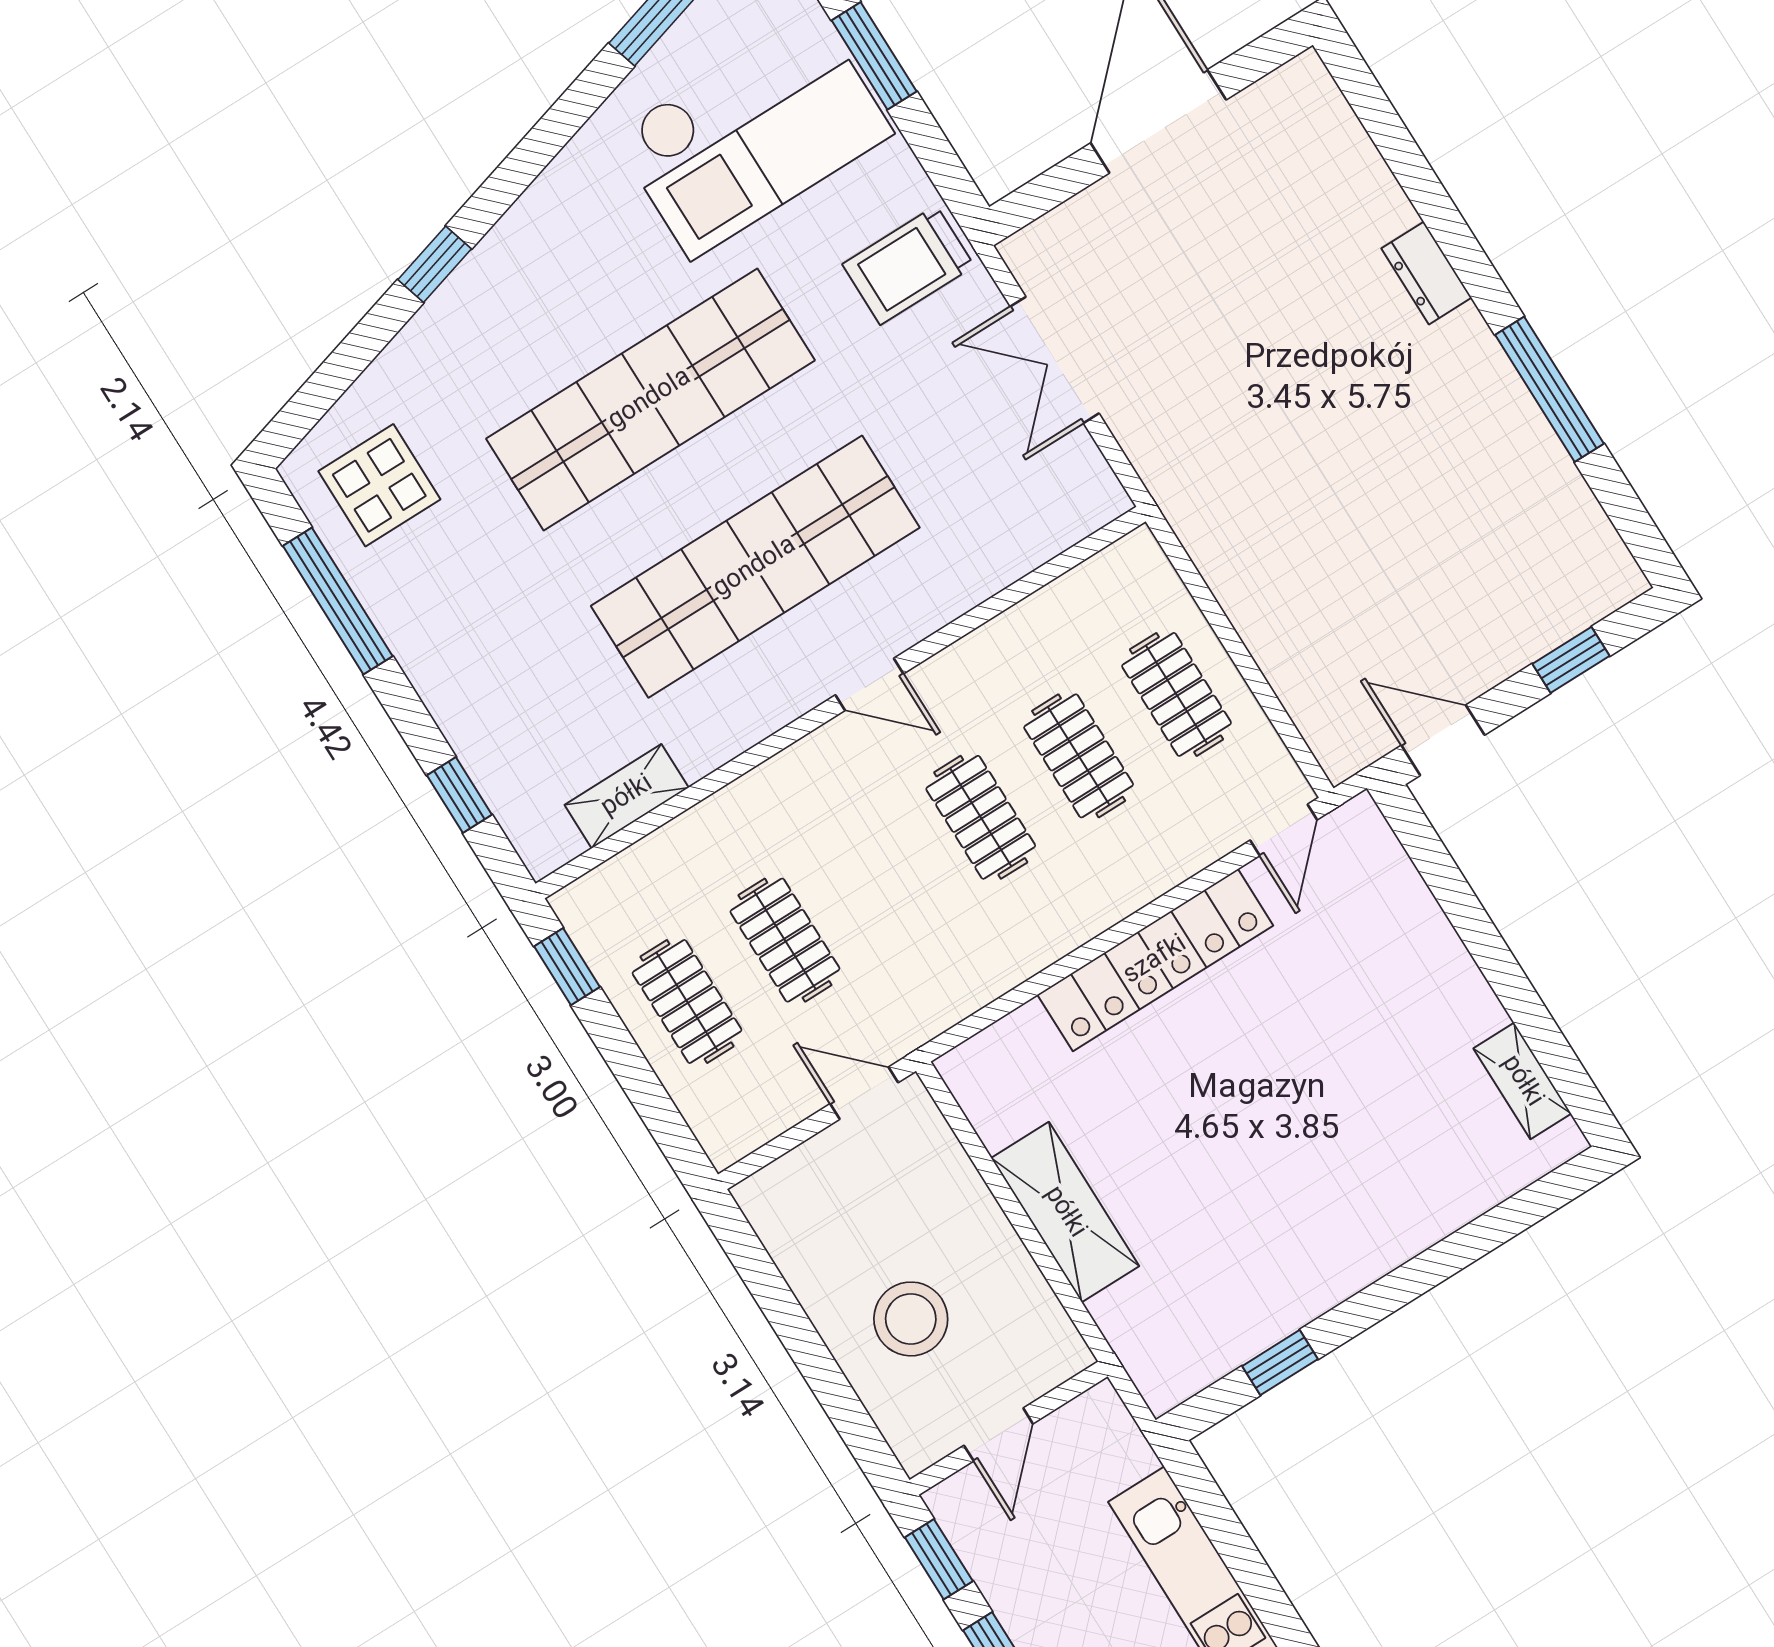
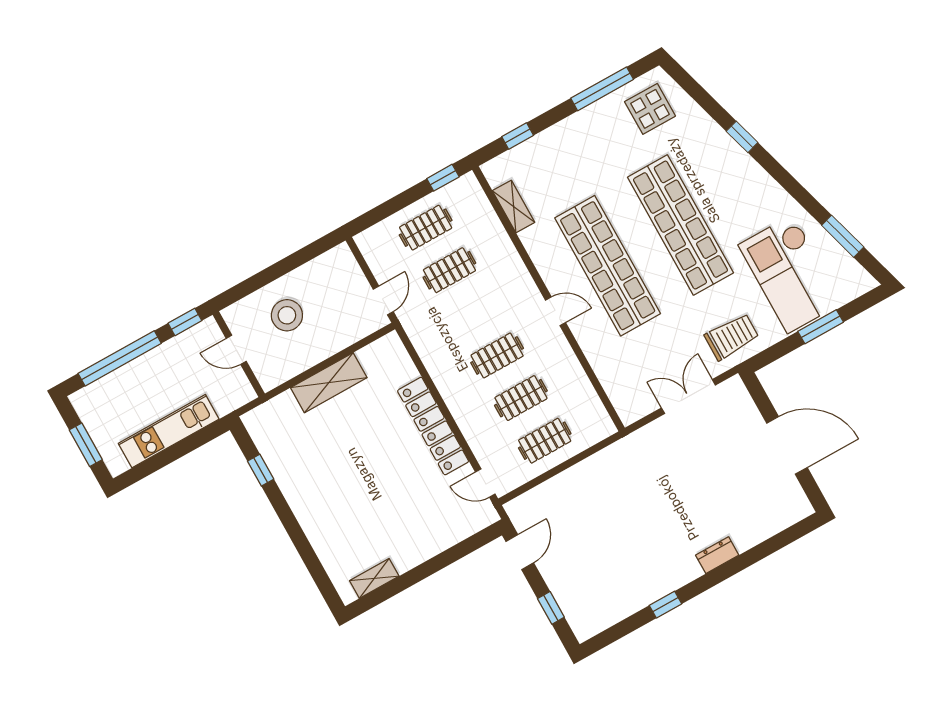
trolley: (908, 265) -> (732, 337), turned 90
window: (1549, 389) -> (666, 605), width x0.46
door: (869, 684) -> (556, 311), swing flipped

